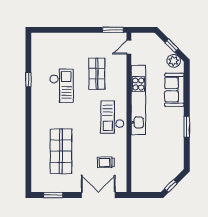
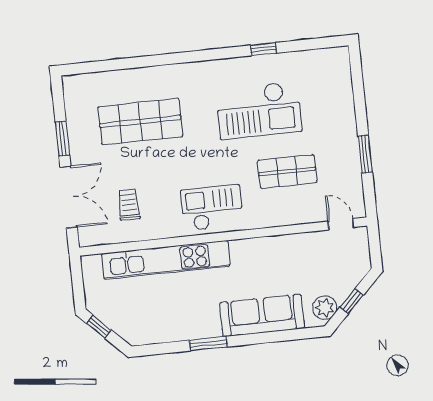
window: (113, 30) -> (365, 154), moved
checkout: (62, 86) -> (259, 110), width x1.36, depth x1.21
sofa: (174, 90) -> (262, 315), width x1.36
kitchen unit: (138, 100) -> (166, 260), moved
window: (53, 195) -> (62, 139), moved

